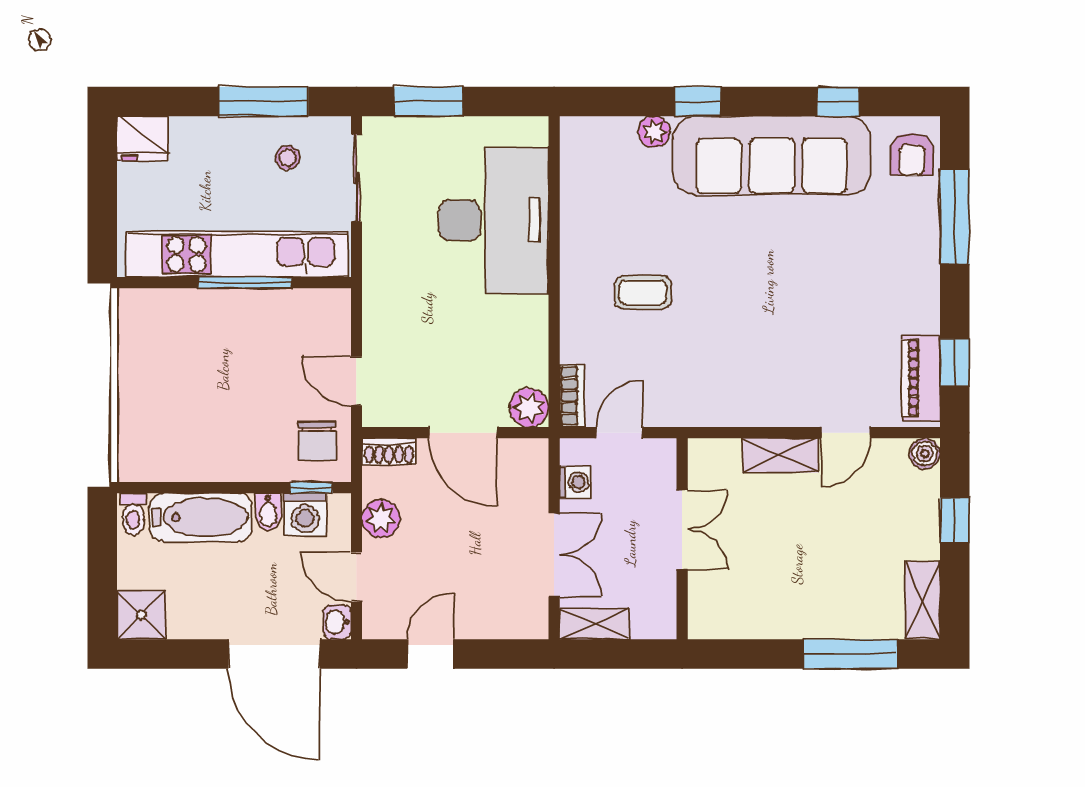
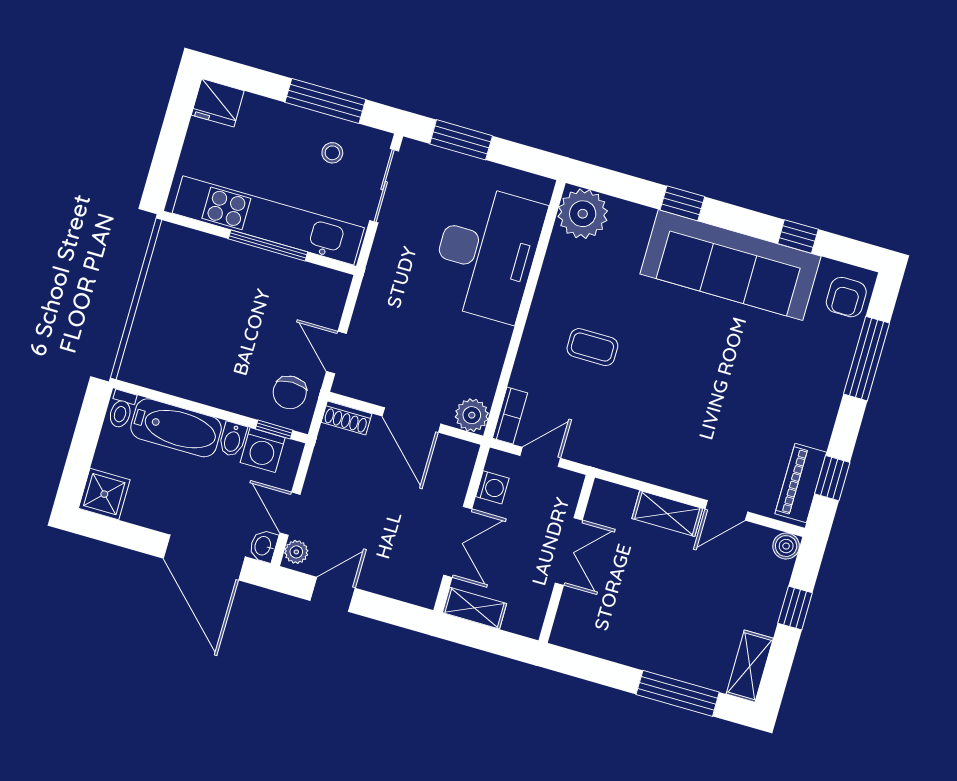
plant: (654, 132) -> (583, 214), moved, width x1.87, depth x1.87
plant: (381, 518) -> (296, 552), moved, width x0.73, depth x0.73

